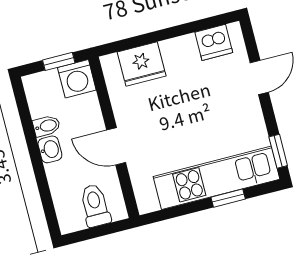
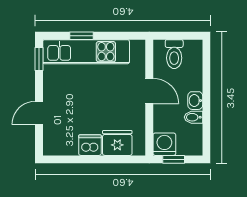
dishwasher: (214, 42) -> (90, 145), moved

